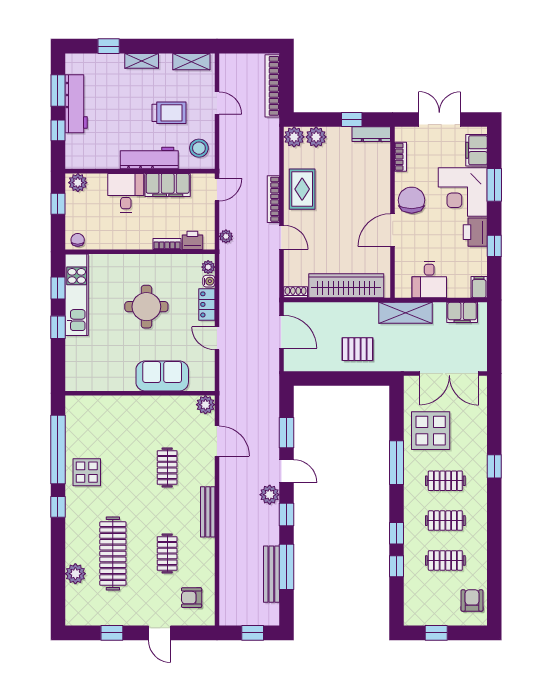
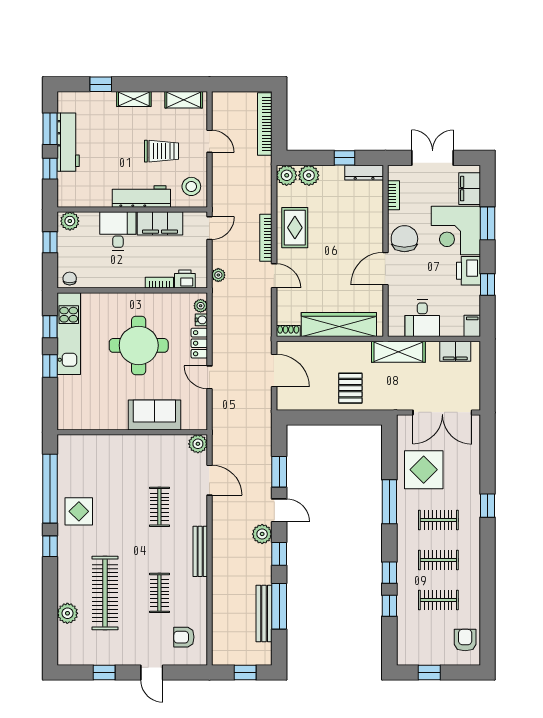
round table: (146, 307) -> (139, 345), width x1.36, depth x1.36
pallet: (357, 349) -> (350, 388), turned 90

